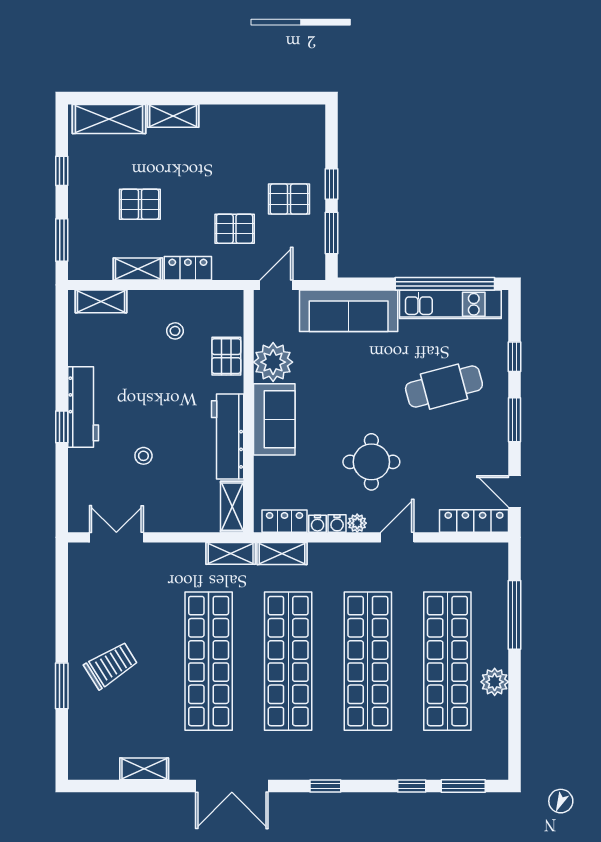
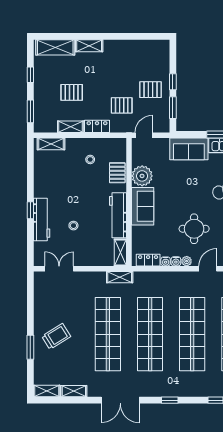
sofa: (349, 311) -> (189, 149), width x0.73
workbench: (83, 407) -> (42, 219), moved
shelving: (282, 553) -> (47, 391), moved

